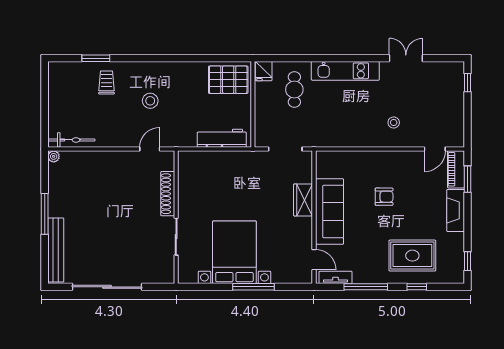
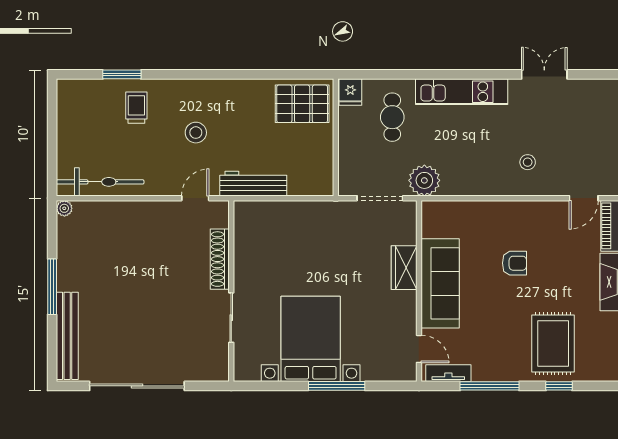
plant: (318, 136) -> (424, 180), added
workbench: (222, 138) -> (253, 184), moved
bicycle: (71, 140) -> (100, 182), width x1.37, depth x1.40
rug: (412, 256) -> (553, 343), turned 90

